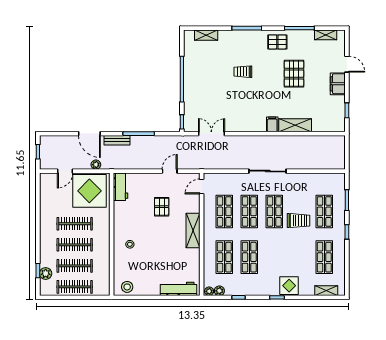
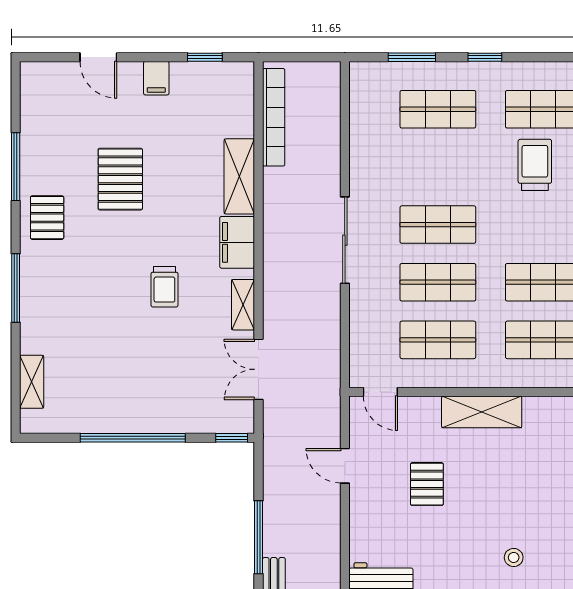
shelving: (326, 35) -> (243, 305), moved
door: (347, 64) -> (98, 57), swing flipped
trolley: (243, 72) -> (164, 287), moved
pallet: (294, 74) -> (120, 179), turned 90
filing cabinet: (338, 84) -> (156, 78), width x0.50
filing cabinet: (272, 124) -> (237, 242), width x2.00
bookcase: (321, 140) -> (274, 117), added
pallet: (162, 207) -> (427, 484), turned 90
trolley: (298, 221) -> (535, 165), moved

